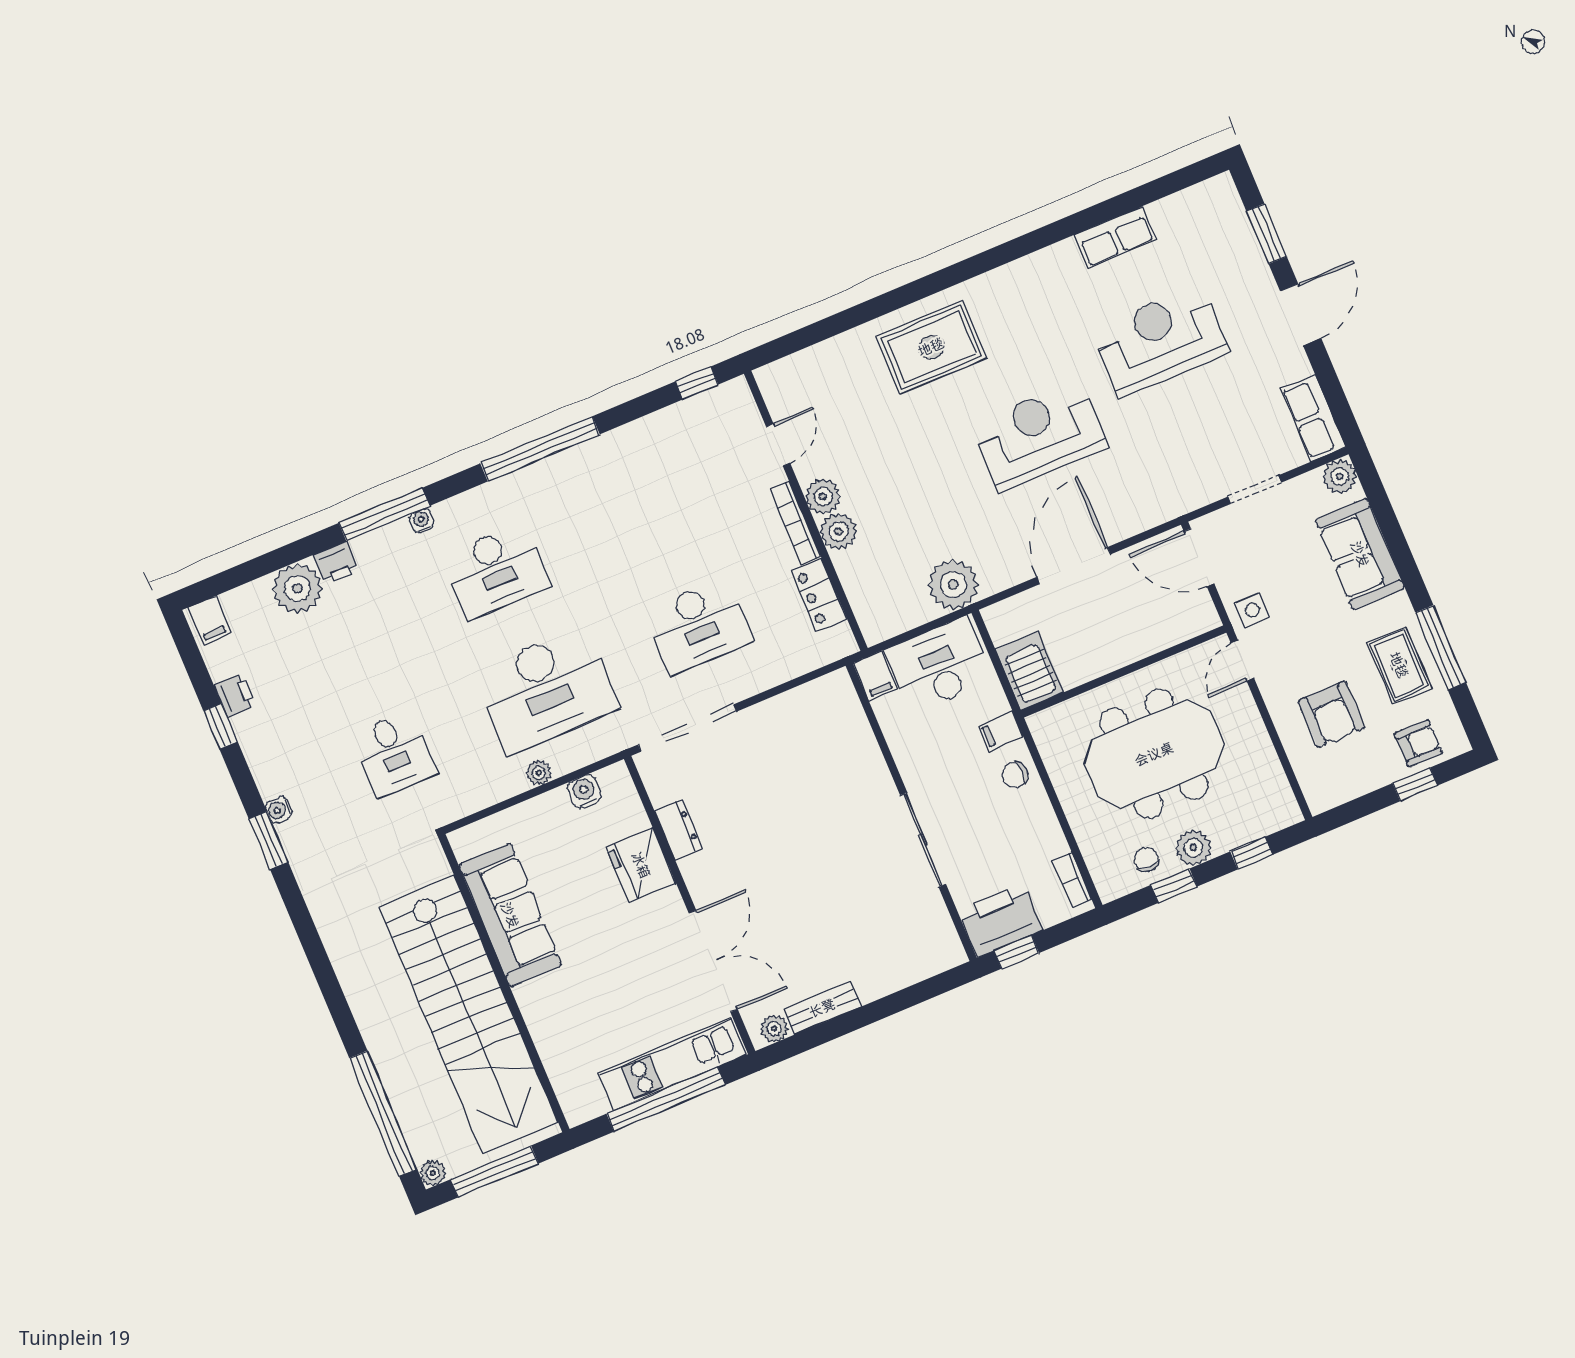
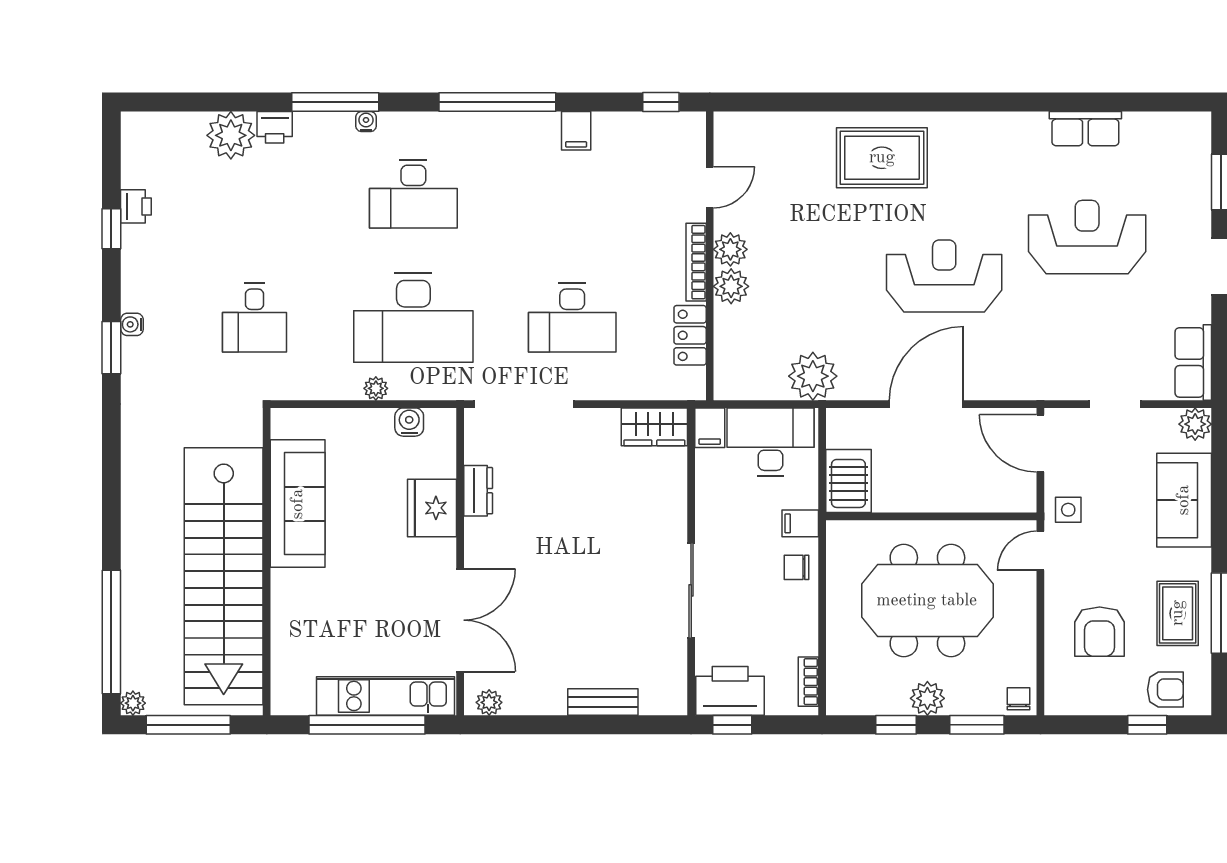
filing cabinet: (209, 620) -> (576, 131), moved
wardrobe: (822, 697) -> (654, 427), added
window: (1251, 853) -> (977, 725), width x1.50
chair: (1146, 860) -> (1018, 699), moved
bench: (822, 1008) -> (603, 702), moved

